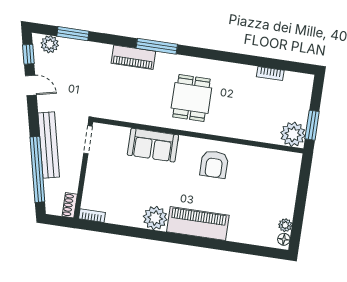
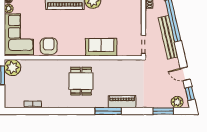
armchair: (214, 164) -> (49, 46), moved
corner sofa: (276, 184) -> (19, 34), added

